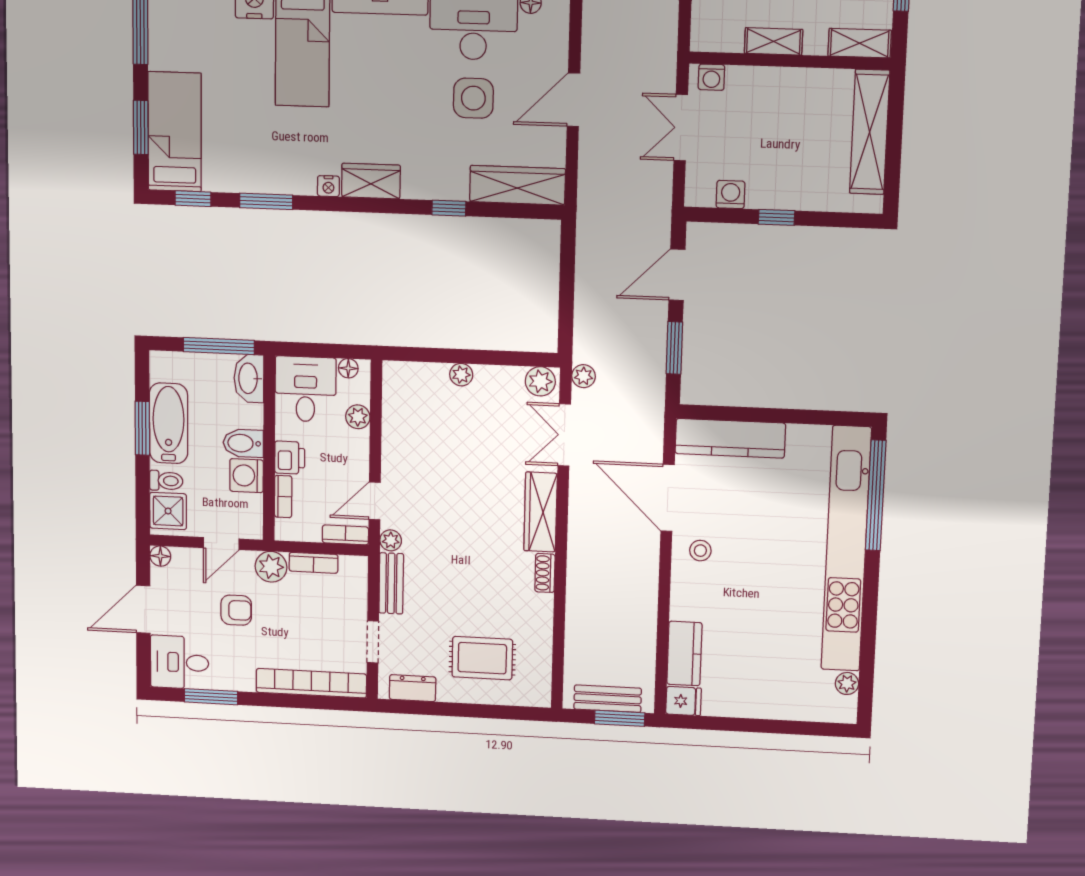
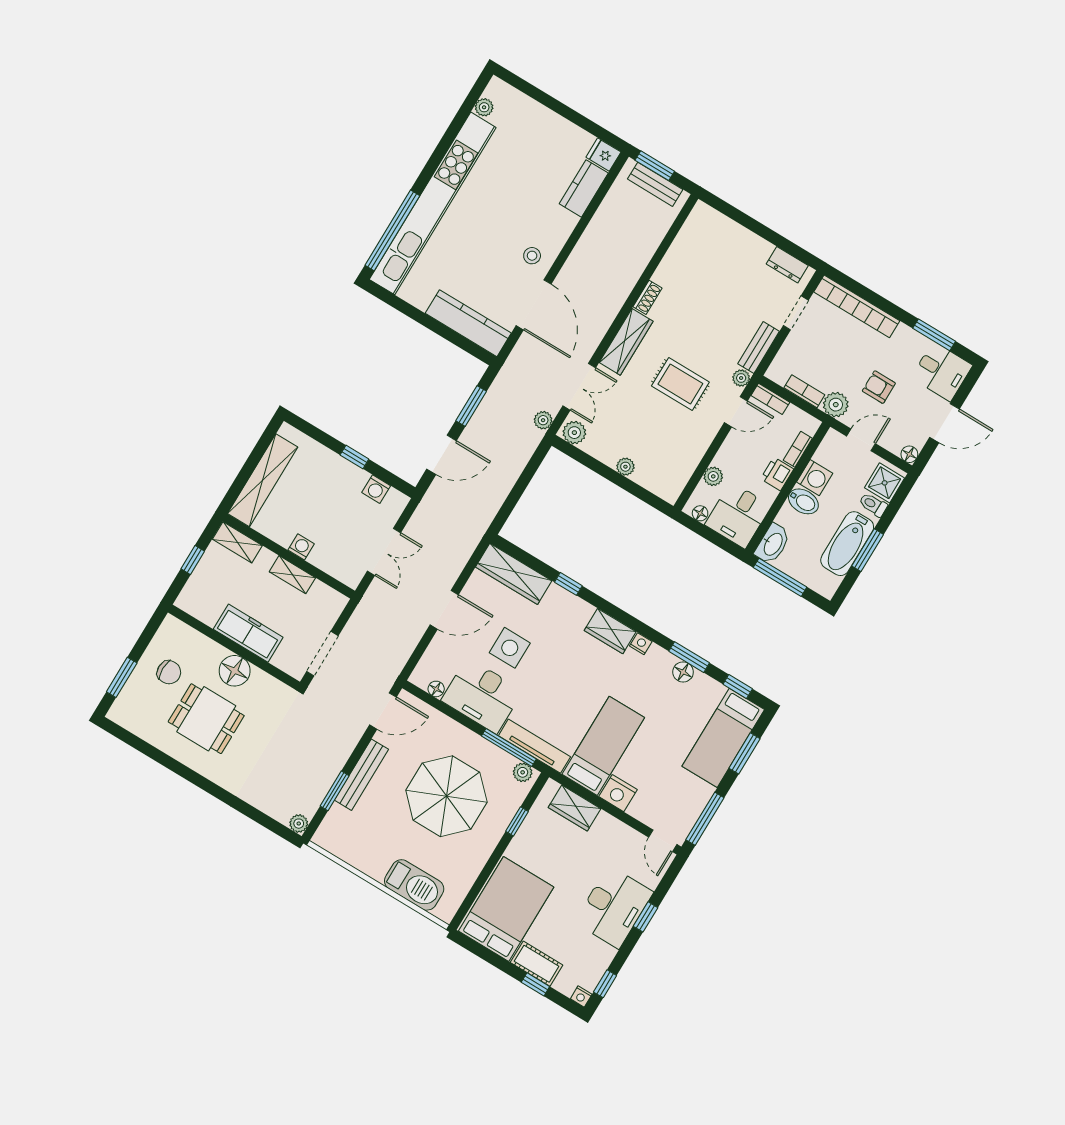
washing machine: (711, 77) -> (301, 547), moved
floor lamp: (263, 181) -> (683, 672), added
rug: (482, 658) -> (680, 384), moved

